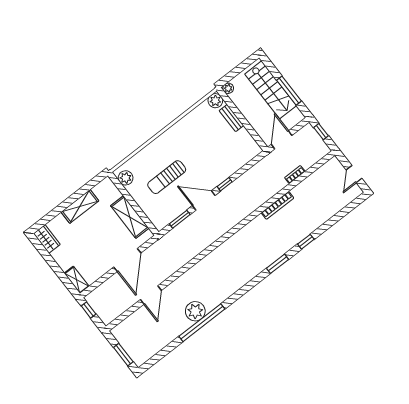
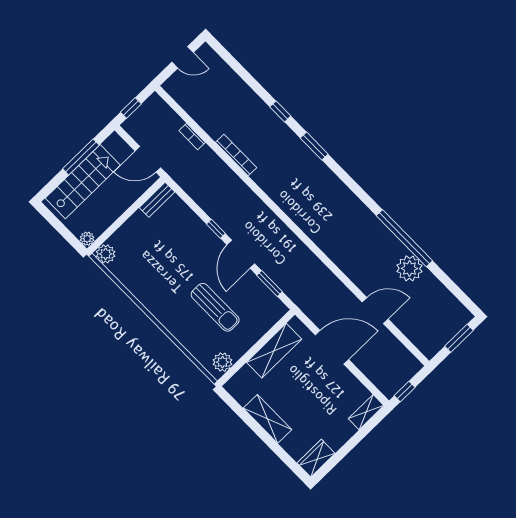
bench: (231, 118) -> (157, 200), moved
plant: (195, 311) -> (409, 268), moved

